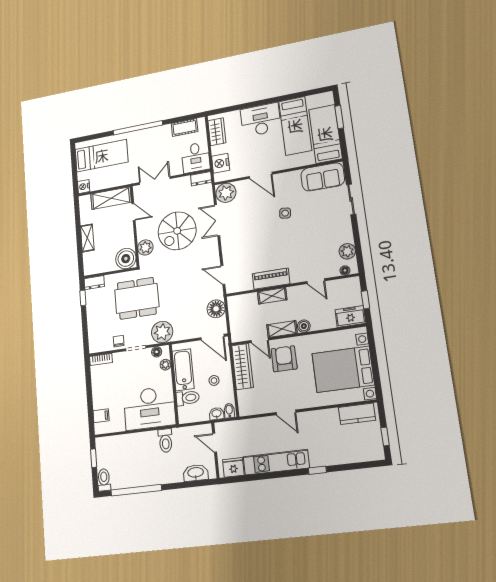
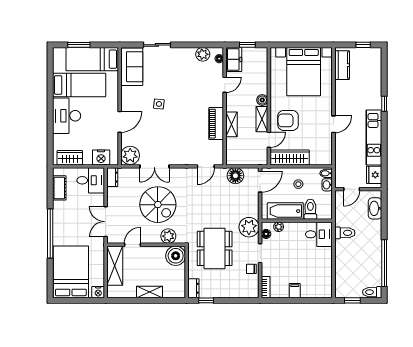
bed: (102, 156) -> (71, 272), width x1.50
freezer: (350, 316) -> (234, 59), moved, turned 180
desk: (149, 408) -> (319, 234), width x0.53, depth x0.77
filing cabinet: (101, 416) -> (295, 291), moved

